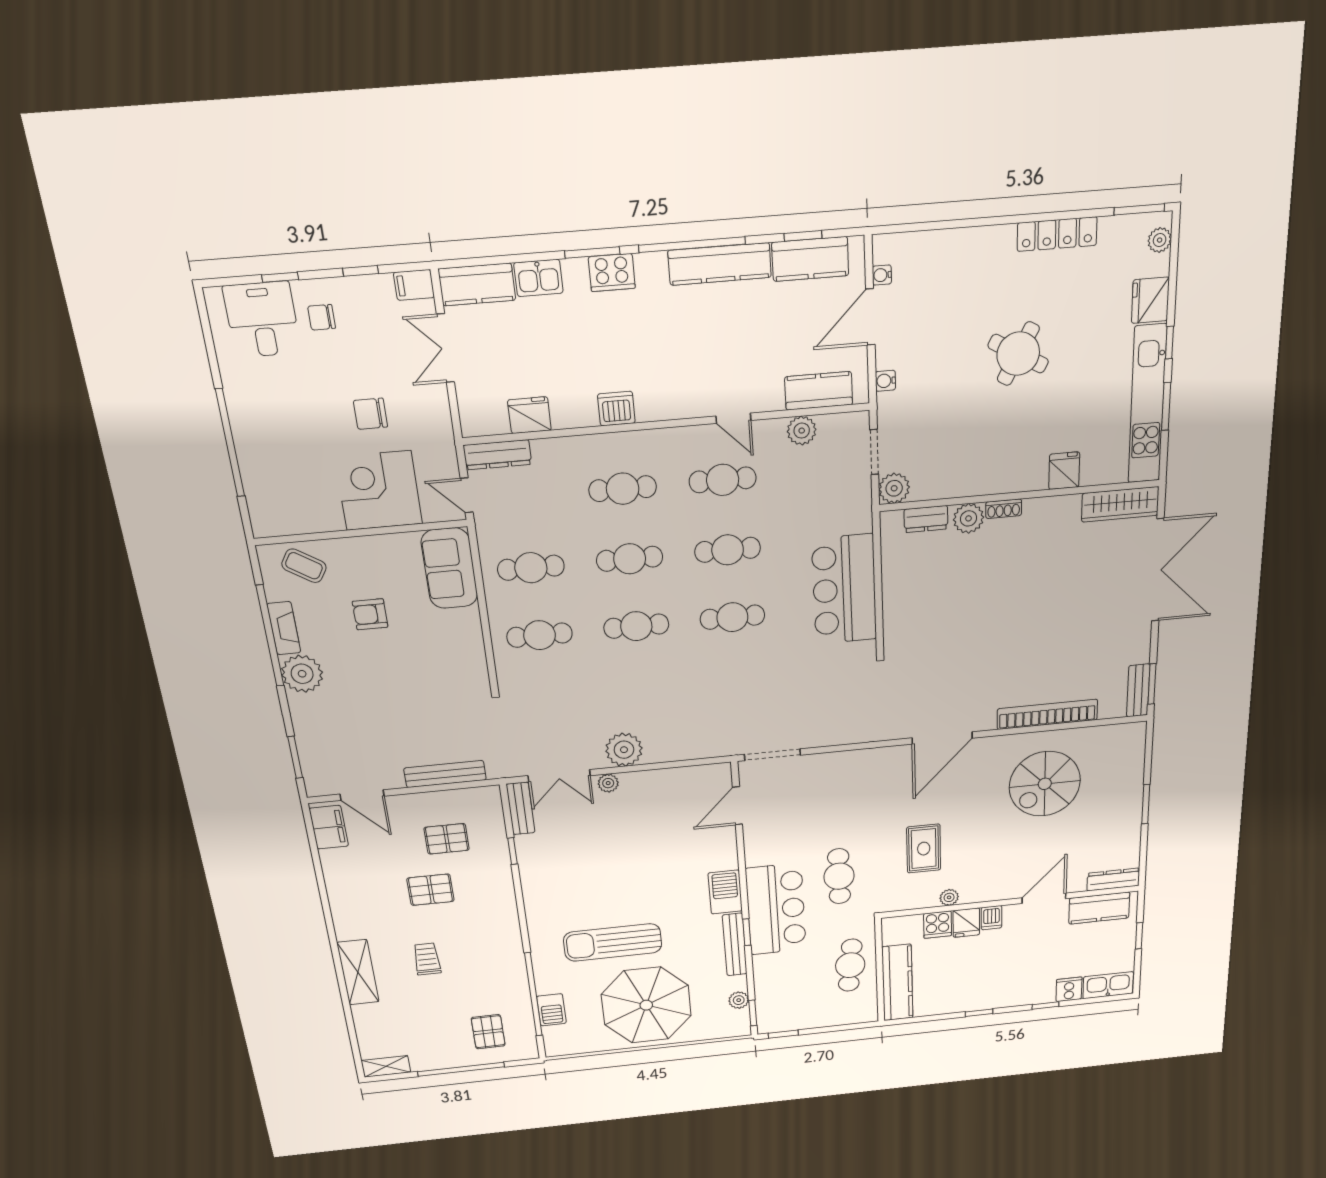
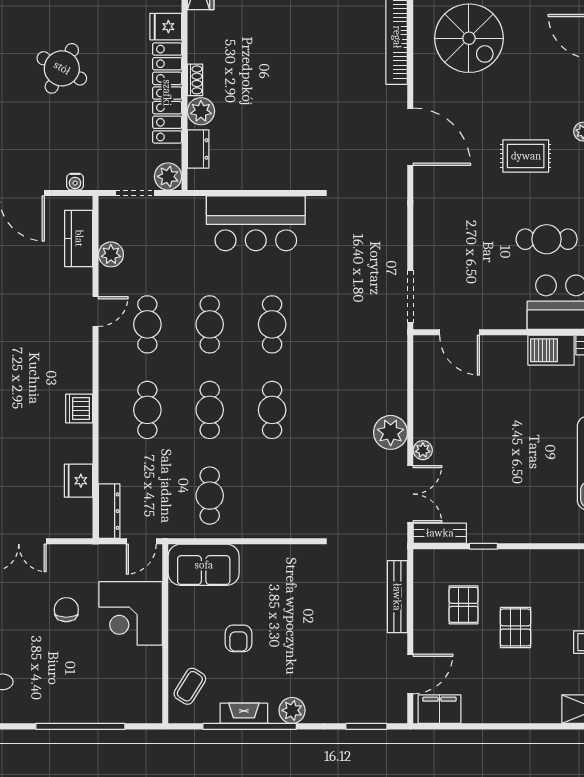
chair: (370, 414) -> (66, 610), turned 180
locker: (989, 479) -> (167, 93), added
cafe table: (540, 635) -> (272, 496), removed
plant: (302, 674) -> (292, 710), width x0.73, depth x0.73

